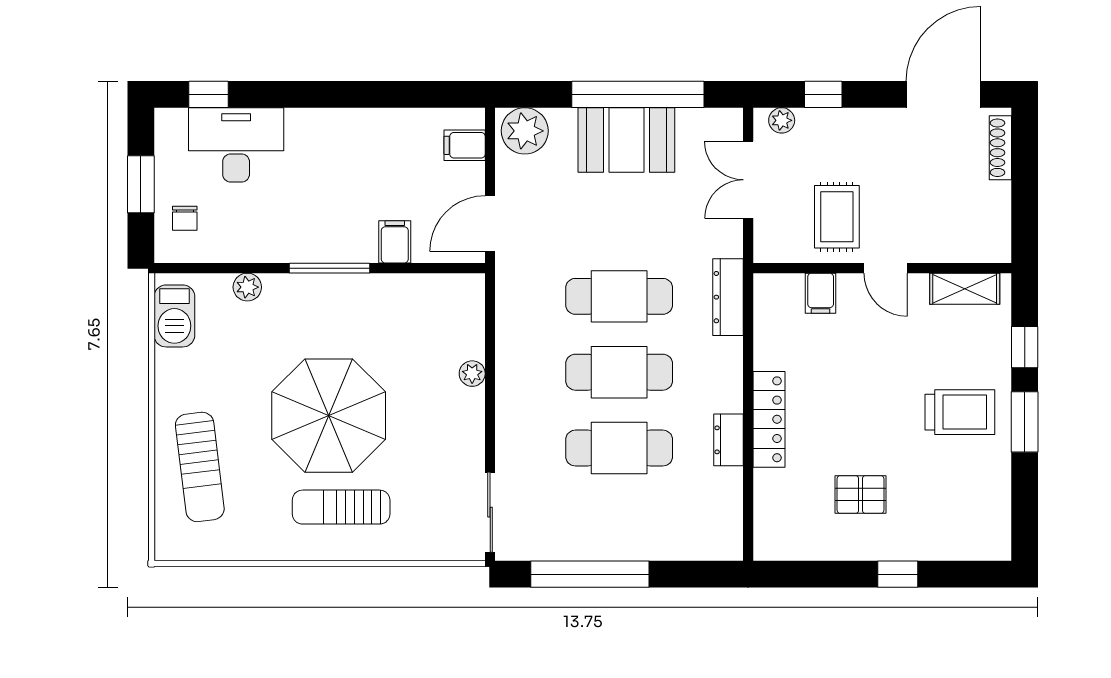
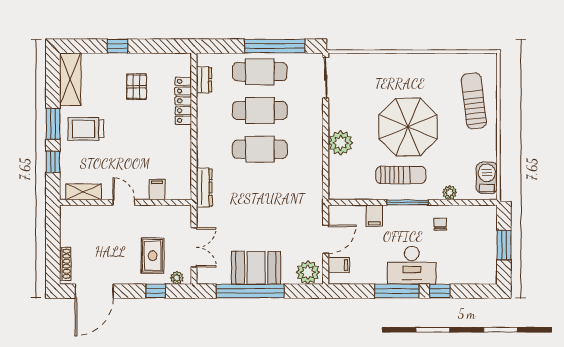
window: (208, 94) -> (440, 291), moved
window: (351, 94) -> (397, 291), added
desk: (236, 145) -> (412, 265), moved
rug: (837, 217) -> (153, 256), moved
chair: (185, 218) -> (440, 224), moved
door: (490, 224) -> (326, 239), moved
cafe table: (619, 296) -> (260, 72), moved
plant: (472, 374) -> (341, 143), width x1.88, depth x1.88
locker: (769, 419) -> (183, 101), moved
dresser: (729, 440) -> (204, 80), moved
pallet: (861, 495) -> (137, 87), turned 90
sun lounger: (341, 507) -> (401, 175), moved
shelving: (991, 509) -> (70, 79), added

